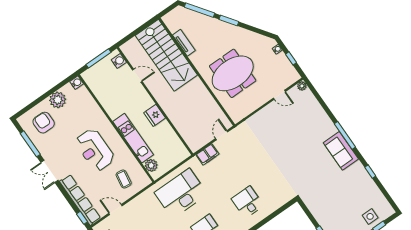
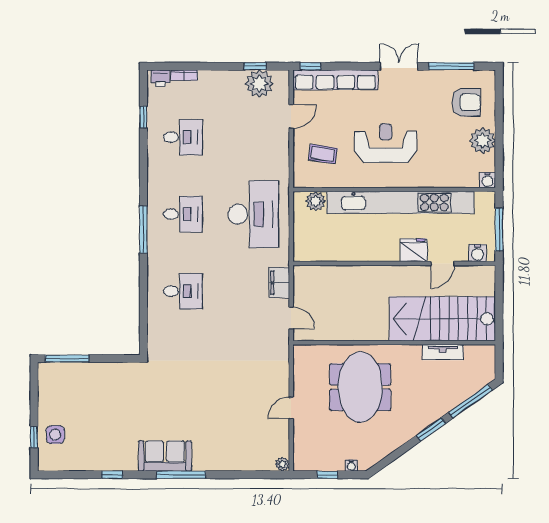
door: (279, 95) -> (291, 408), moved
fridge: (155, 115) -> (414, 250), moved
kitchen unit: (133, 138) -> (400, 202), width x1.86

